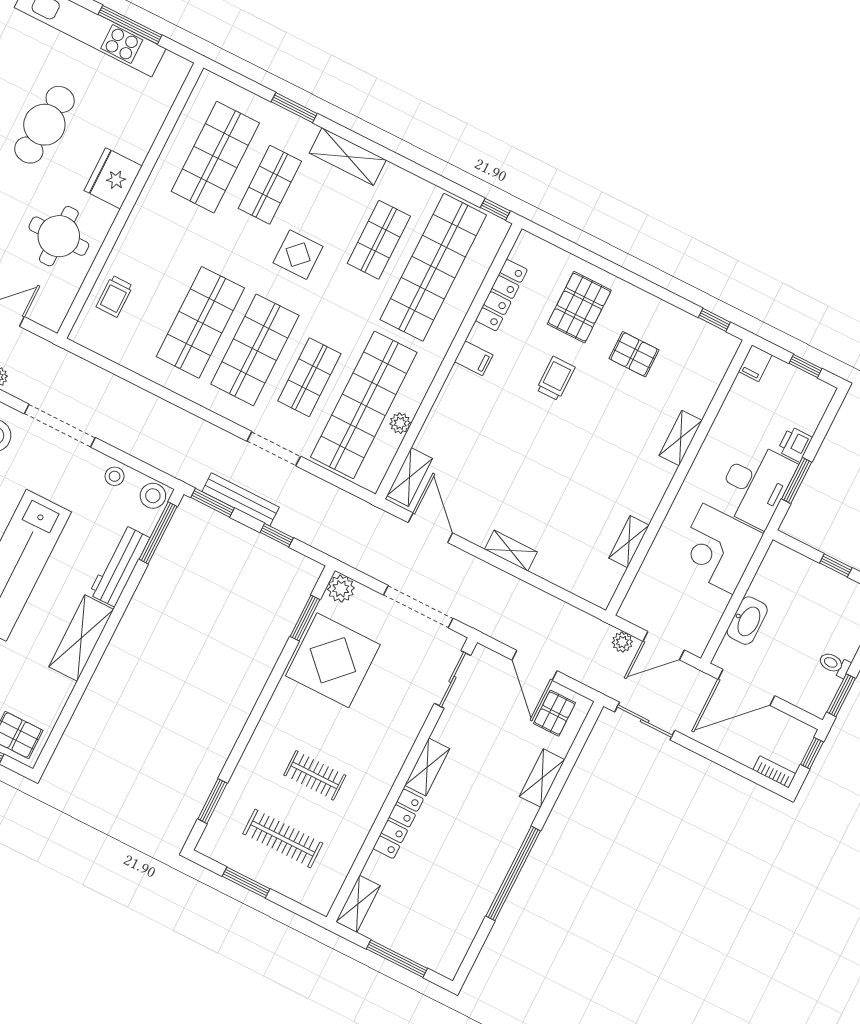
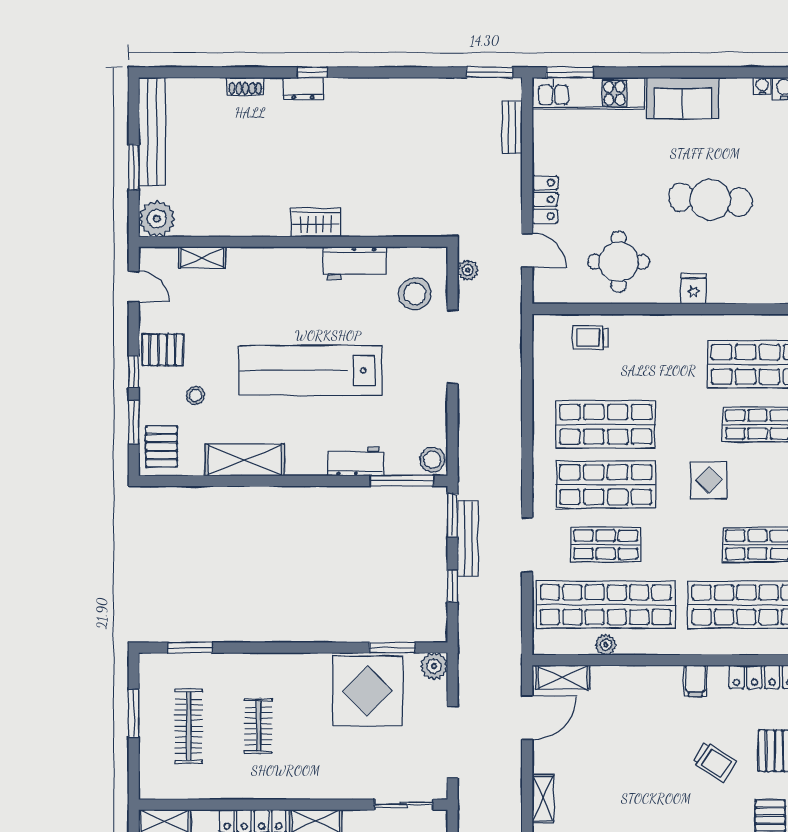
fridge: (113, 178) -> (694, 289), width x0.53, depth x0.75
trolley: (556, 378) -> (714, 762), turned 33
stool: (115, 476) -> (432, 417), removed
workbench: (119, 566) -> (356, 461), width x0.73
shelving: (81, 638) -> (245, 460), moved

